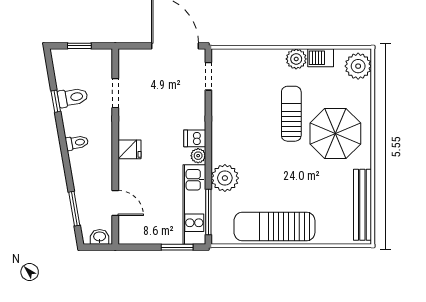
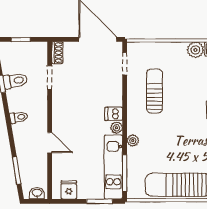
shoe rack: (125, 62) -> (57, 53), added
sun lounger: (291, 114) -> (155, 91), moved
fridge: (129, 149) -> (69, 190), moved, turned -90
plant: (225, 178) -> (133, 141), width x0.53, depth x0.53
door: (115, 203) -> (50, 143), moved

